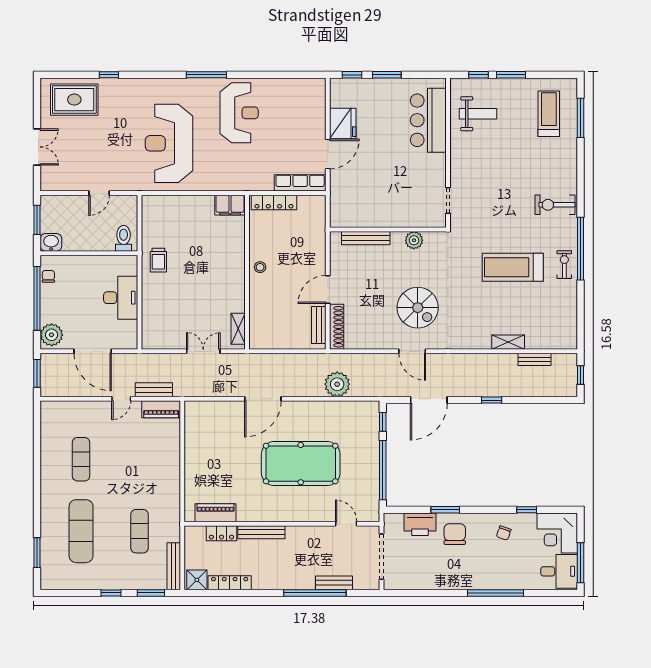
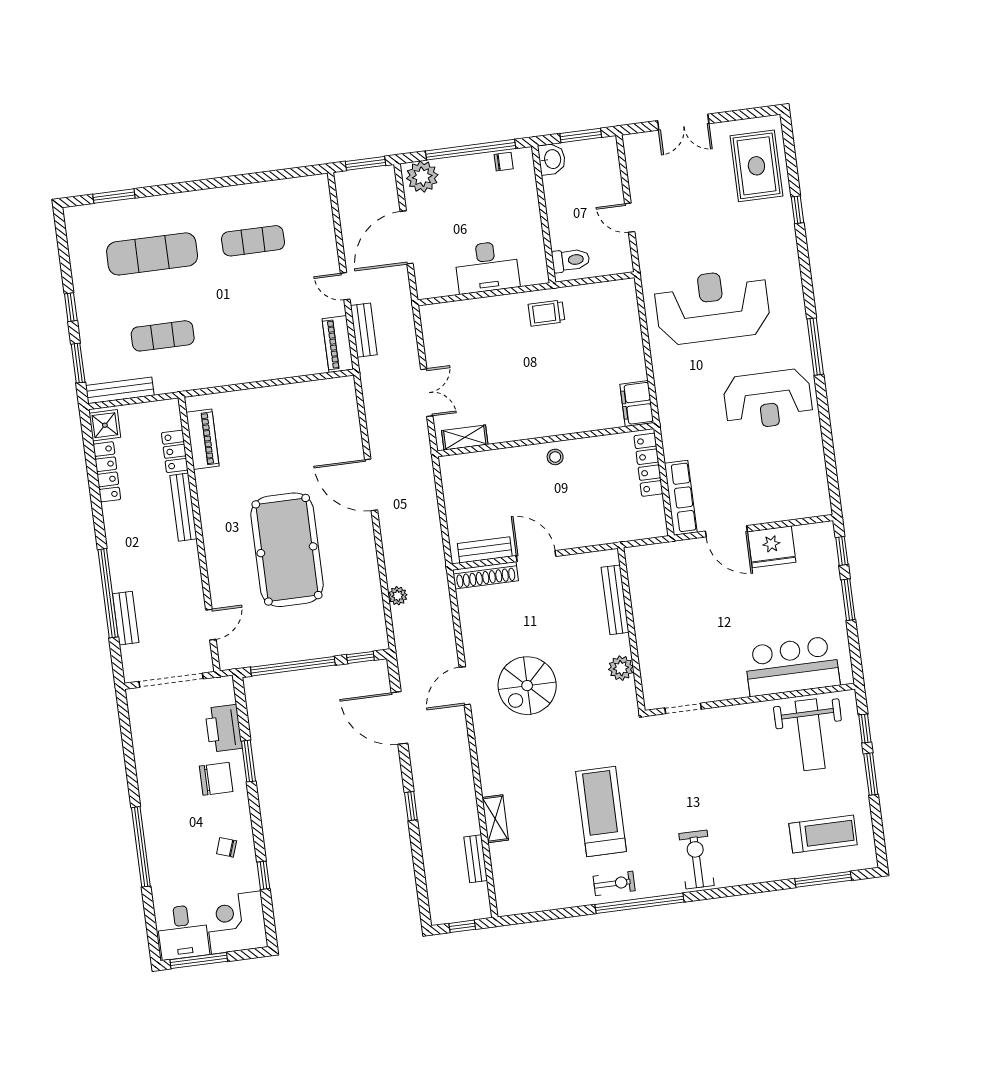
weight bench: (478, 114) -> (810, 735), width x1.36, depth x1.33
plant: (337, 384) -> (398, 596), width x0.53, depth x0.53

